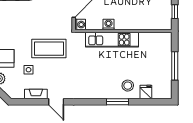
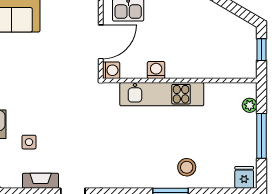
plant: (167, 47) -> (250, 105), added
coffee table: (49, 49) -> (61, 108), removed
fridge: (146, 92) -> (244, 177), moved

